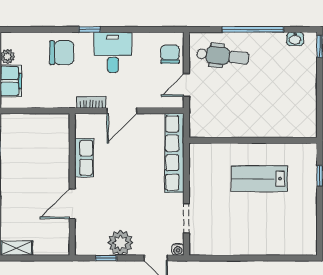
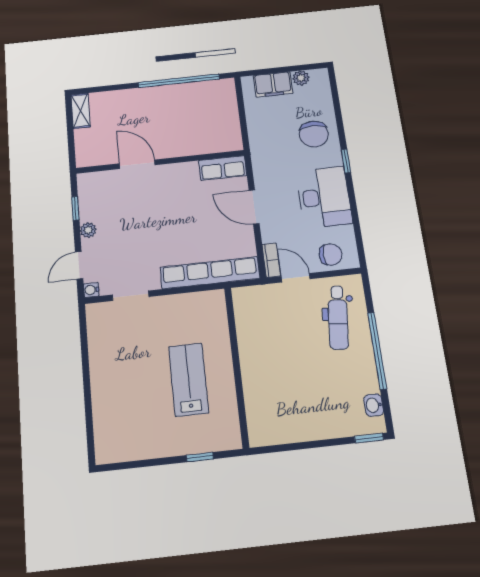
desk: (113, 52) -> (324, 197), width x1.37
bookcase: (91, 102) -> (271, 260), moved
row of seats: (84, 158) -> (223, 168), moved
plant: (120, 243) -> (88, 230), width x0.53, depth x0.53

